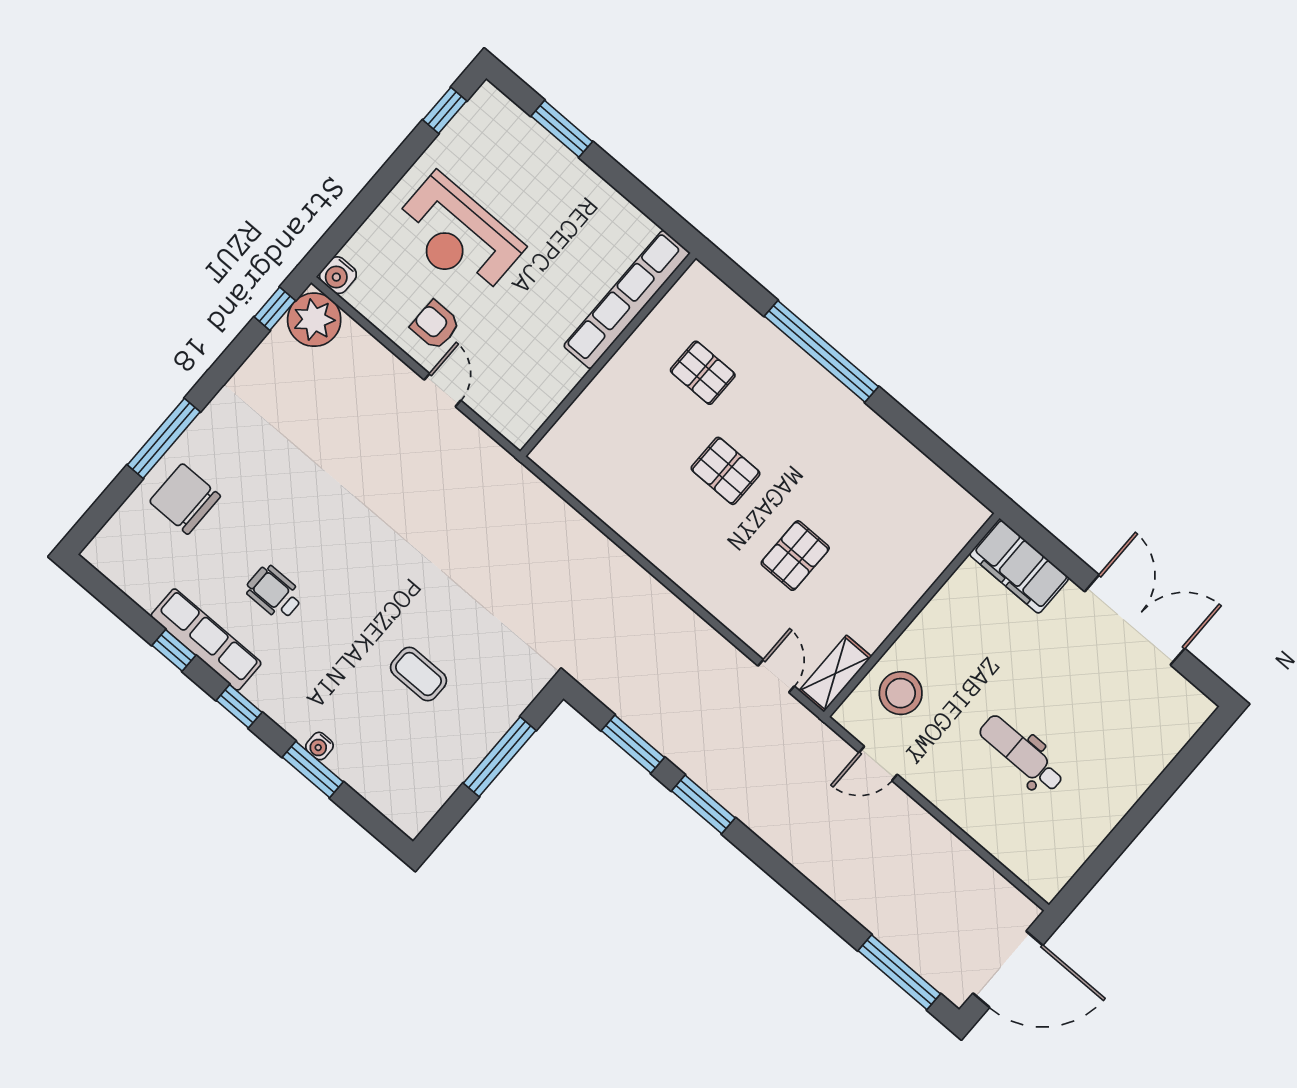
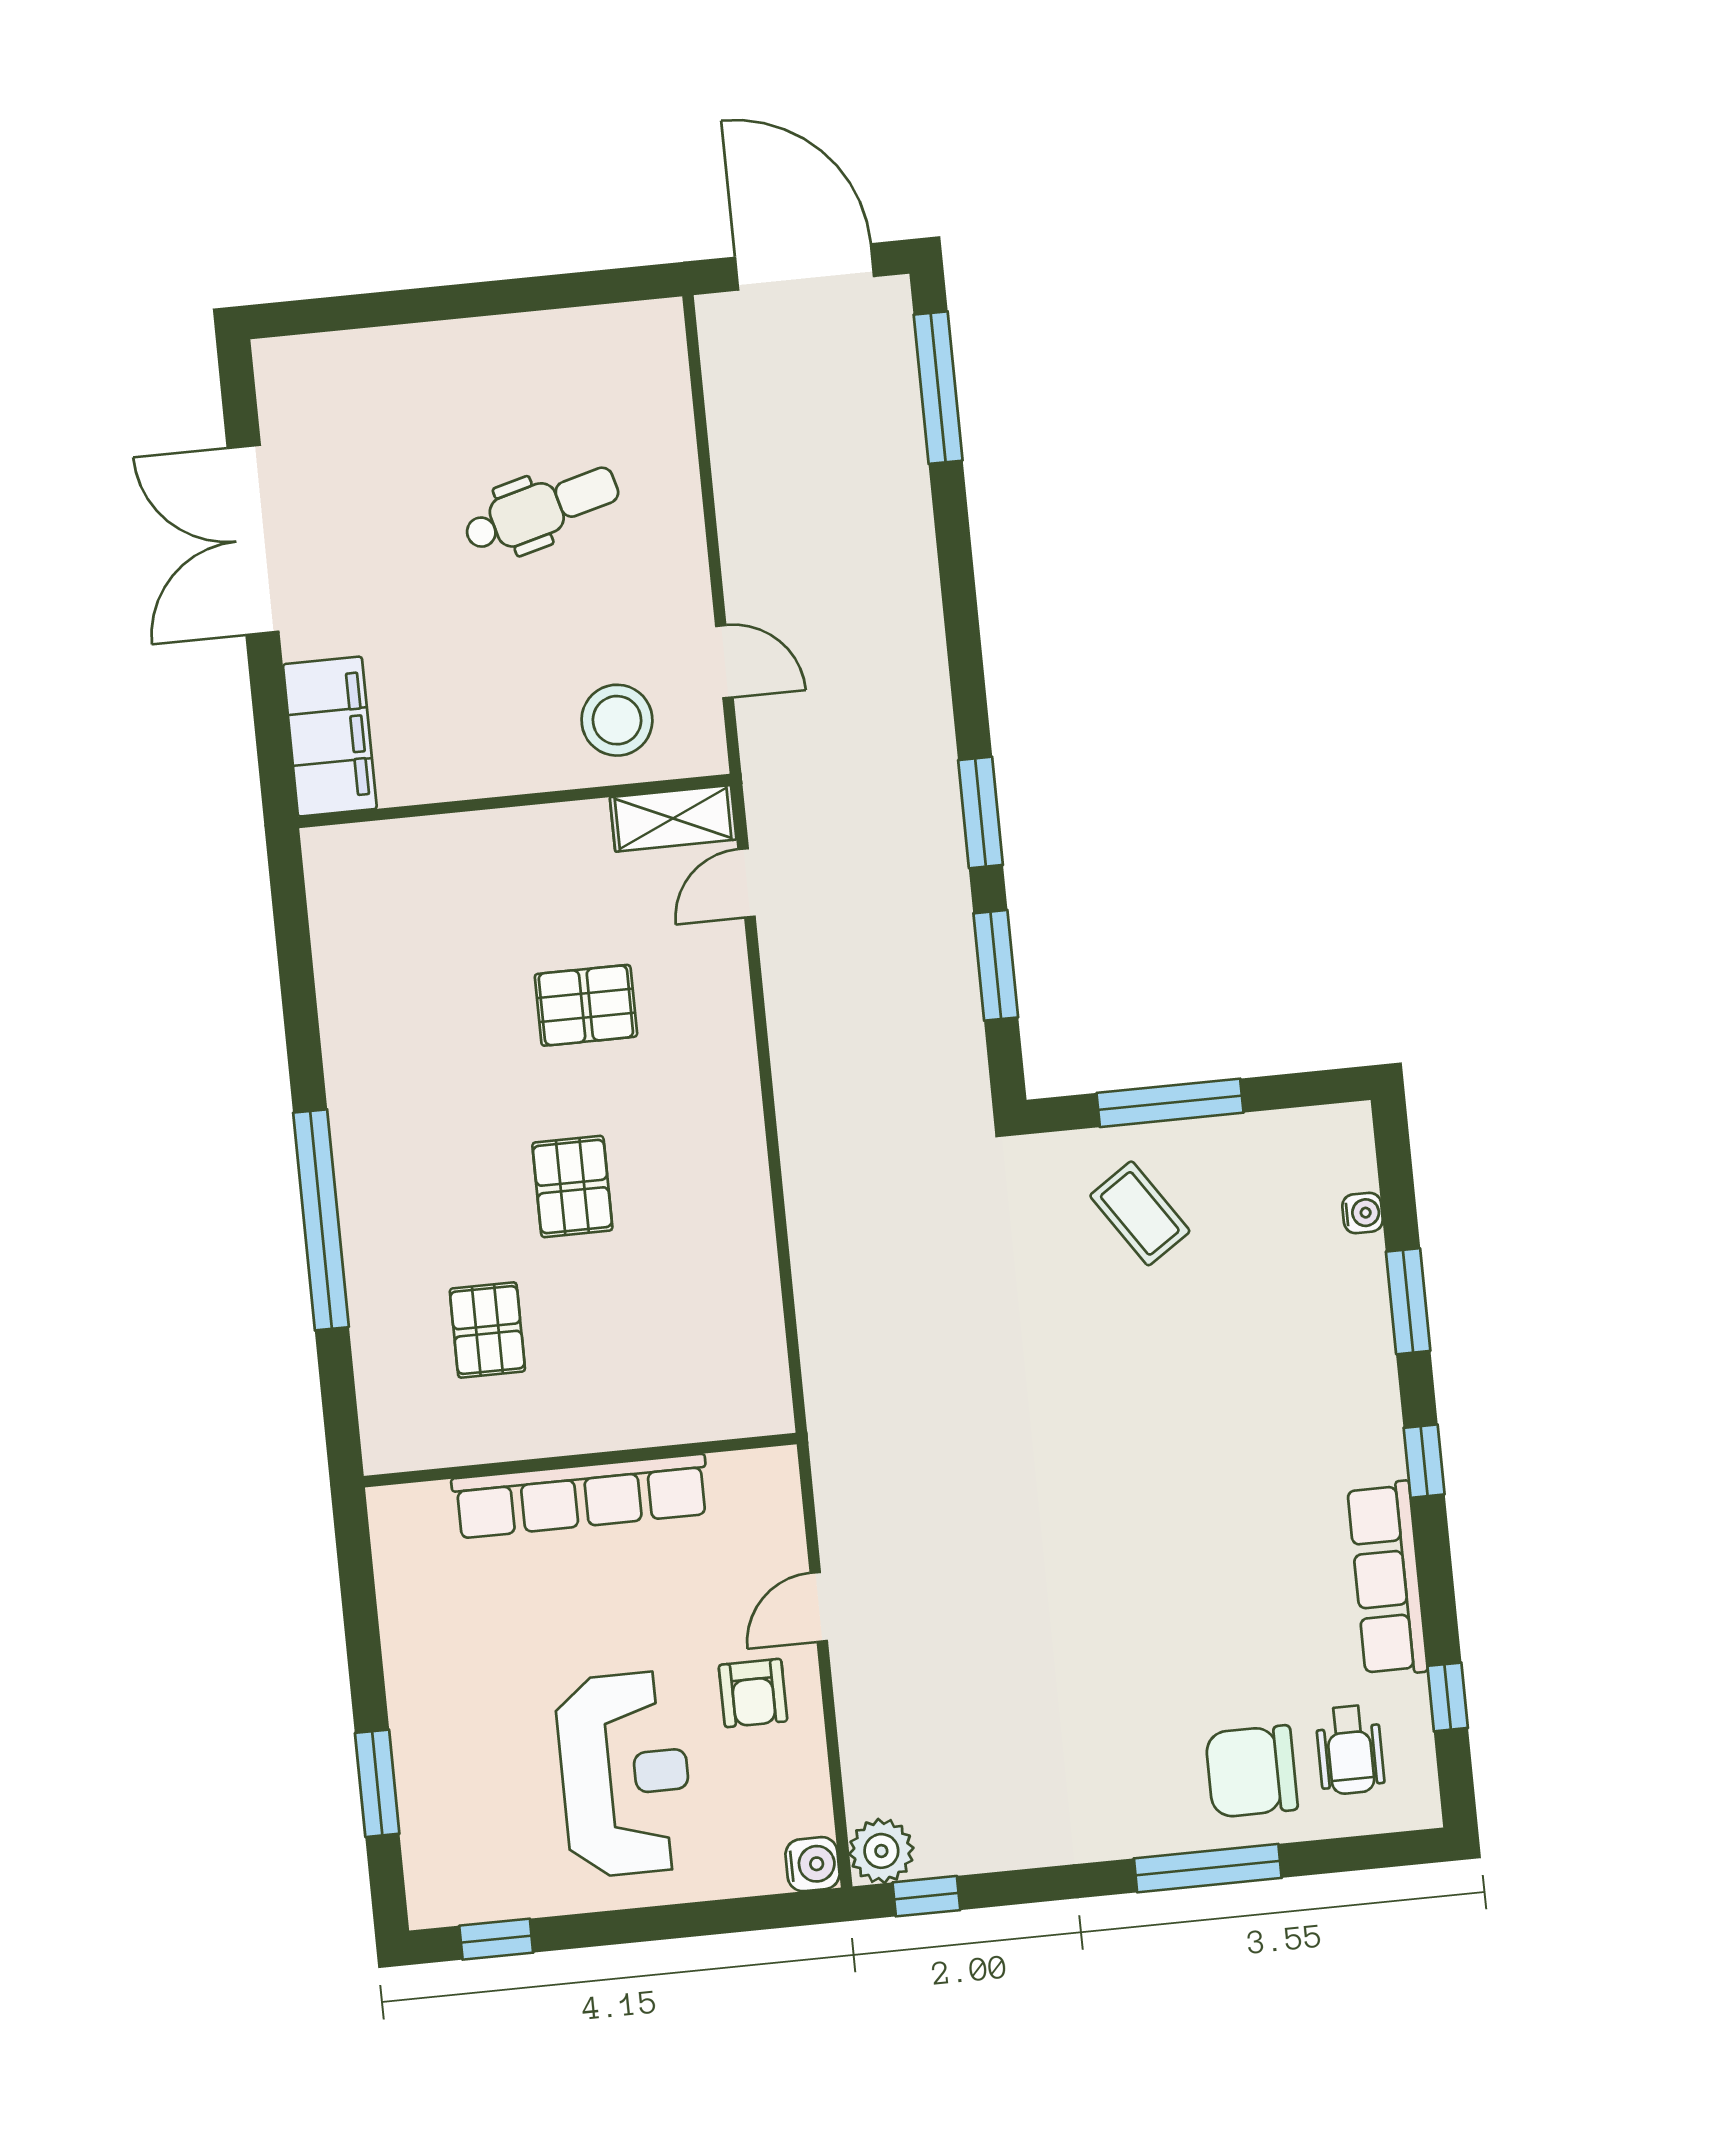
row of seats: (627, 299) -> (581, 1496), moved
plant: (314, 320) -> (881, 1851), width x0.73, depth x0.73
chair: (185, 499) -> (1252, 1771), turned 90
wheelchair: (274, 593) -> (1350, 1750), moved
window: (174, 650) -> (1448, 1697), moved
coffee table: (419, 674) -> (1140, 1213), moved, turned -34
water cooler: (319, 746) -> (1363, 1213), moved
dental chair: (1022, 754) -> (541, 509), turned -105

